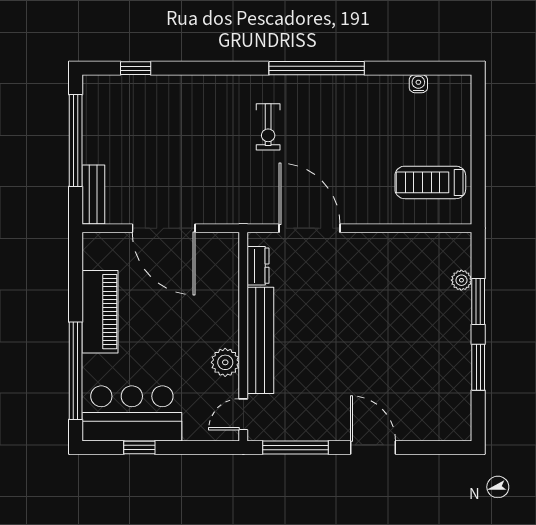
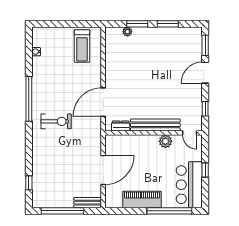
exercise bike: (268, 127) -> (56, 121), width x1.38, depth x1.39
window: (139, 448) -> (205, 170), moved
window: (295, 448) -> (205, 109), width x0.46
window: (432, 448) -> (205, 45), added

